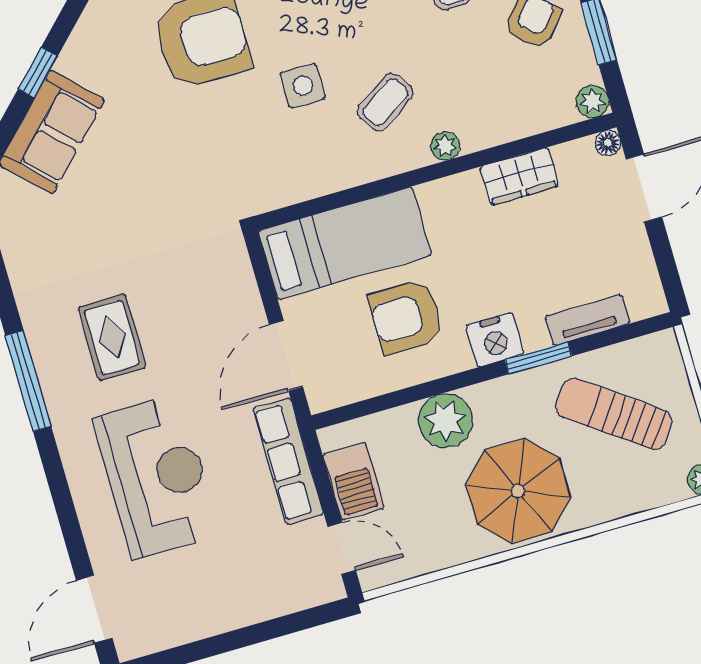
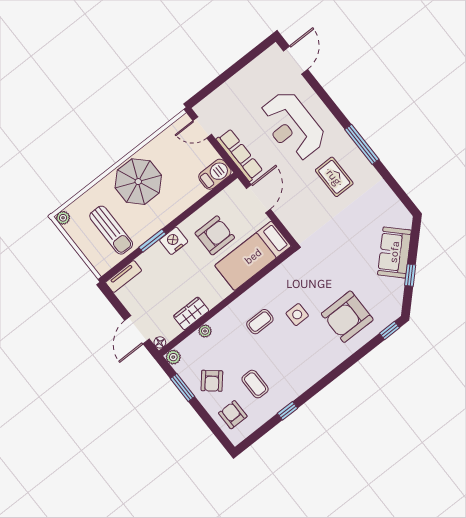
coffee table: (385, 102) -> (260, 322), turned 33
plant: (445, 146) -> (205, 331), moved
tv unit: (588, 320) -> (124, 276), moved
sun lounger: (614, 414) -> (111, 230), turned 54
plant: (445, 420) -> (181, 199), removed
barbecue: (354, 481) -> (215, 174), moved, turned 90

